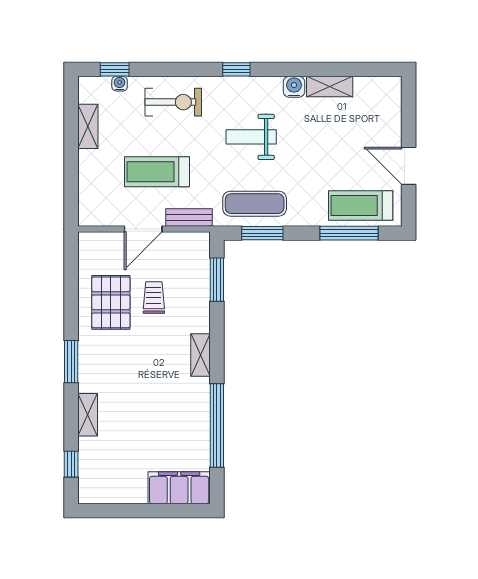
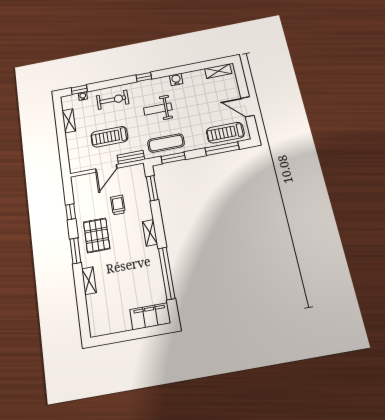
shelving: (330, 86) -> (218, 71), moved
pallet: (111, 302) -> (97, 235), moved
window: (71, 464) -> (71, 212), moved

